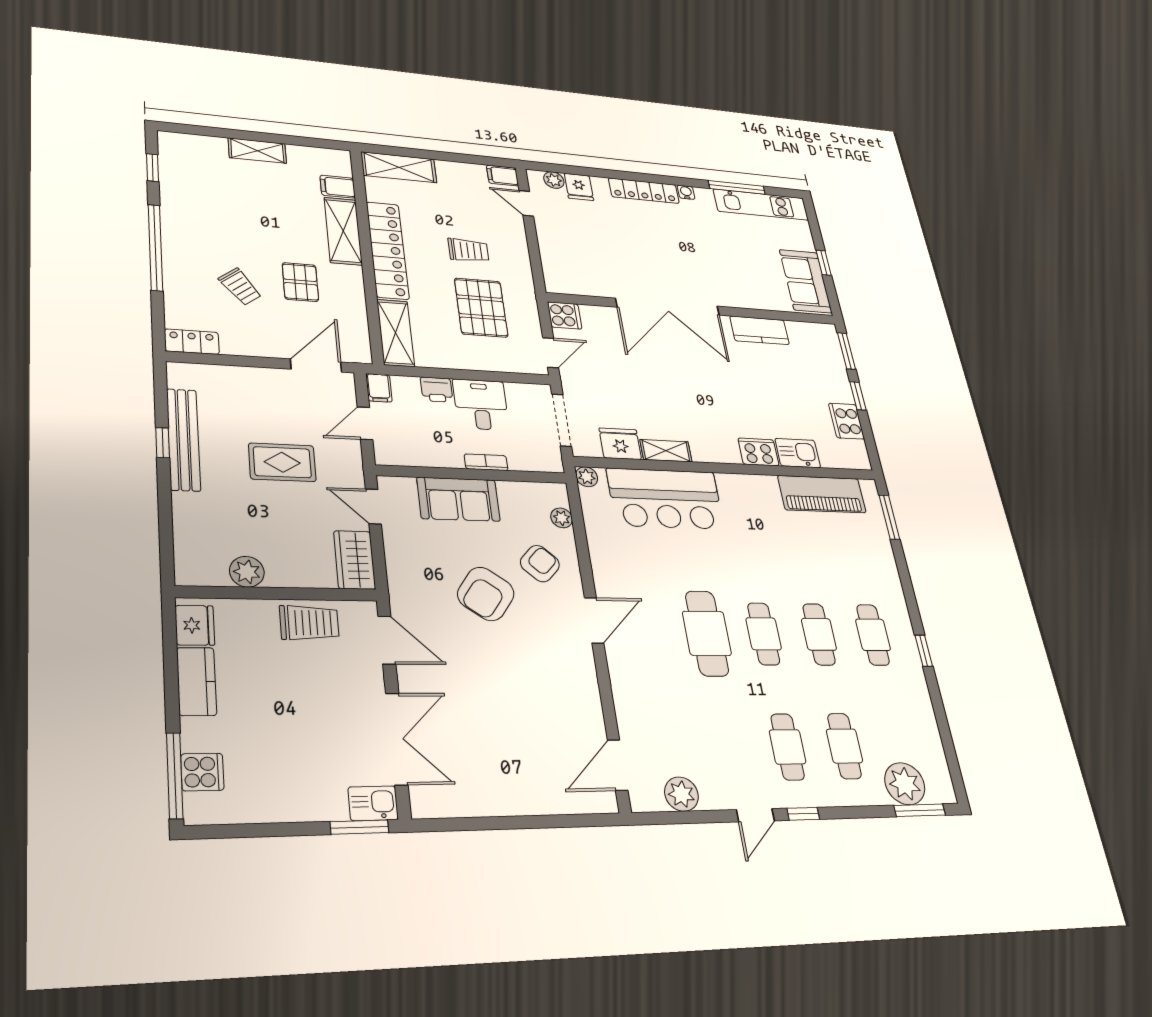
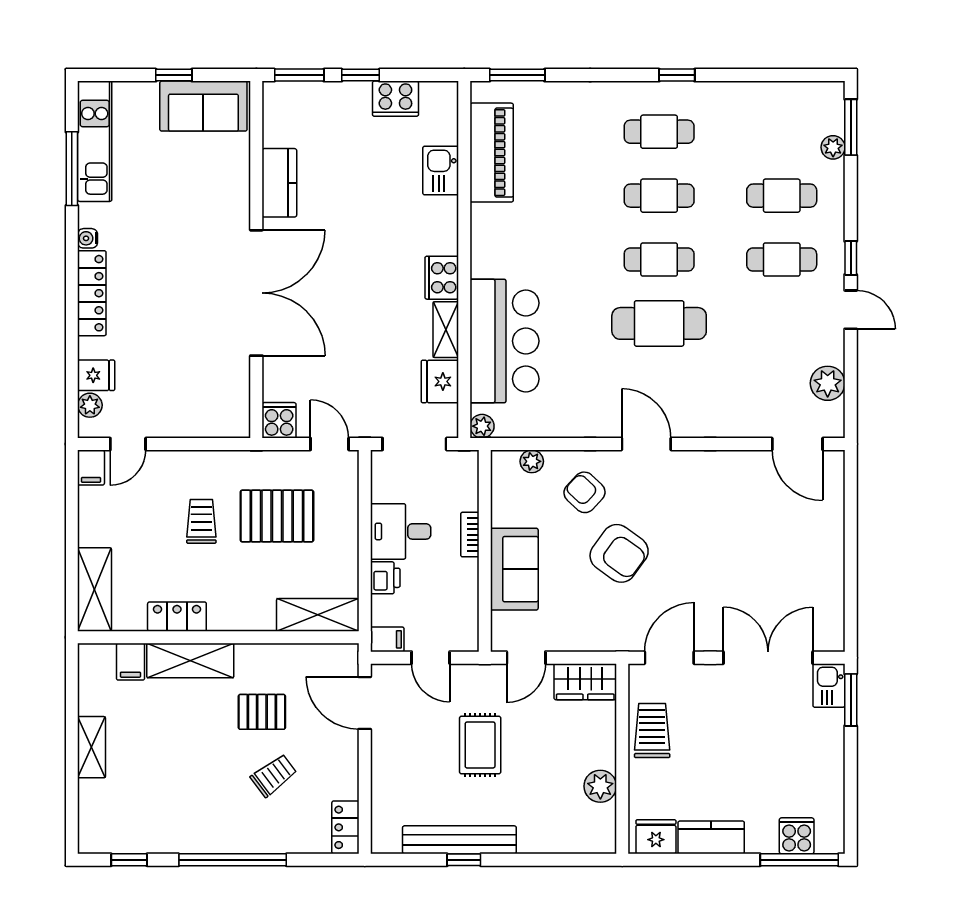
locker: (388, 250) -> (177, 617), width x0.46, depth x0.83
cooker: (758, 452) -> (442, 278), moved
plant: (905, 784) -> (833, 147), width x0.53, depth x0.53

